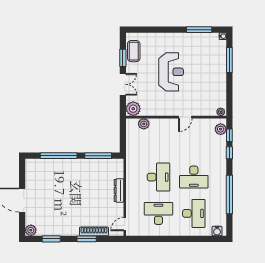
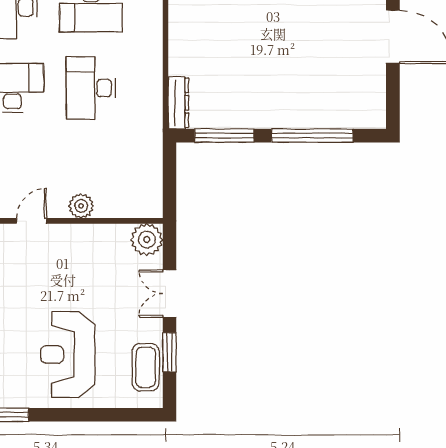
reception desk: (171, 72) -> (68, 354), moved
plant: (144, 124) -> (81, 206), moved
dresser: (119, 190) -> (178, 103), moved

